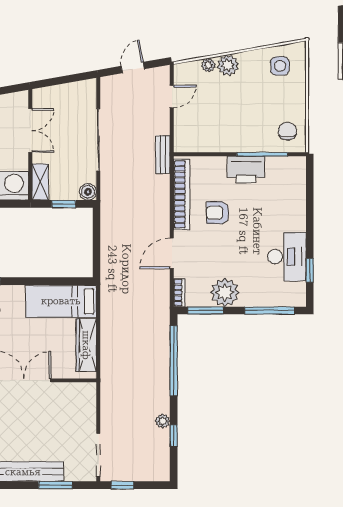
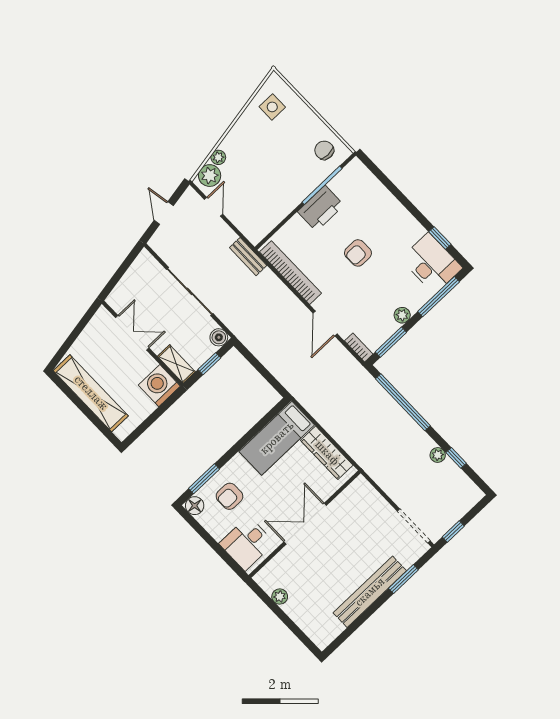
plant: (228, 65) -> (210, 176), moved
armchair: (218, 213) -> (358, 253), moved
desk: (287, 257) -> (432, 263), moved
plant: (225, 292) -> (402, 315), width x0.53, depth x0.53

